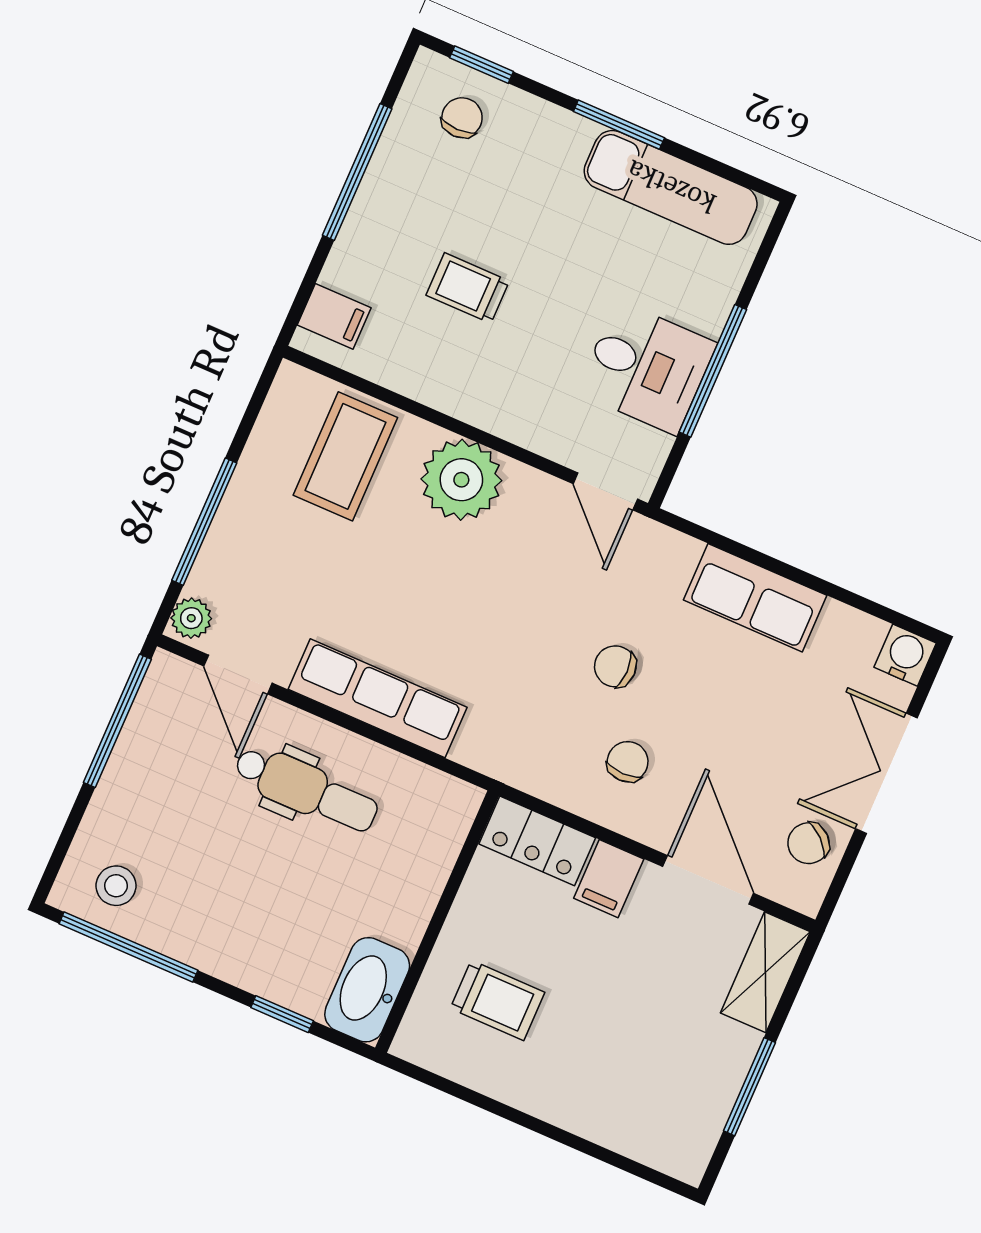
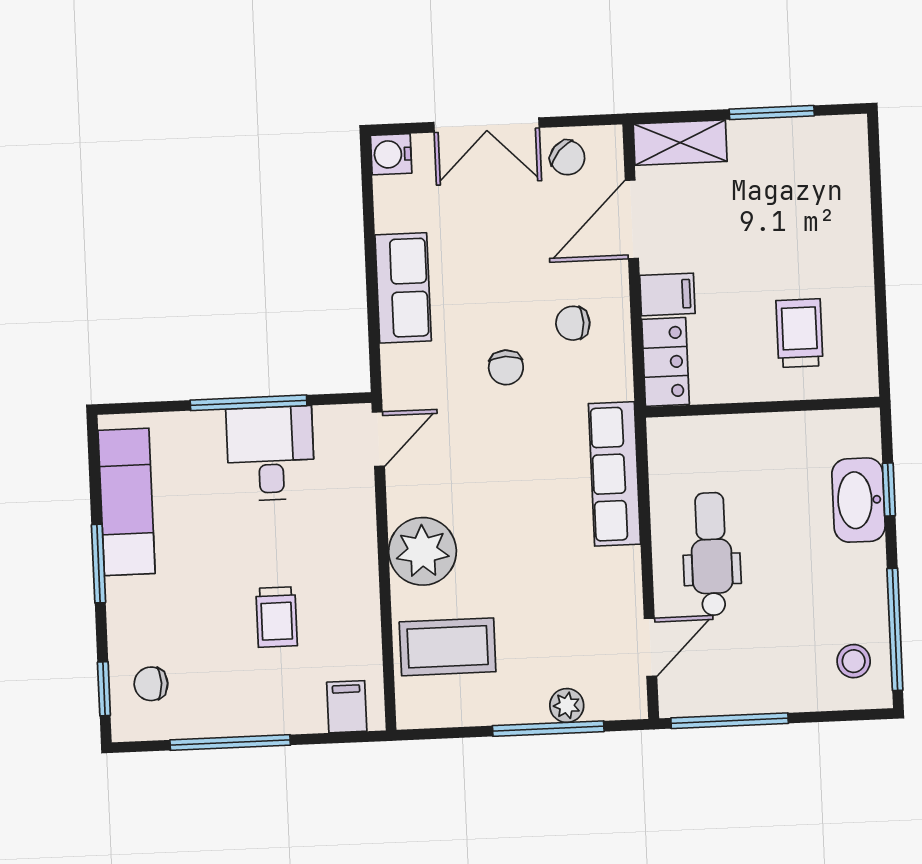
plant: (191, 618) -> (567, 705), moved
row of seats: (378, 698) -> (614, 474), moved
washbasin: (367, 990) -> (858, 500), moved, turned 90

